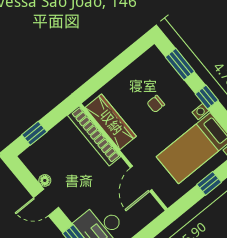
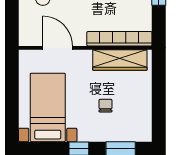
window: (209, 183) -> (12, 97), removed

